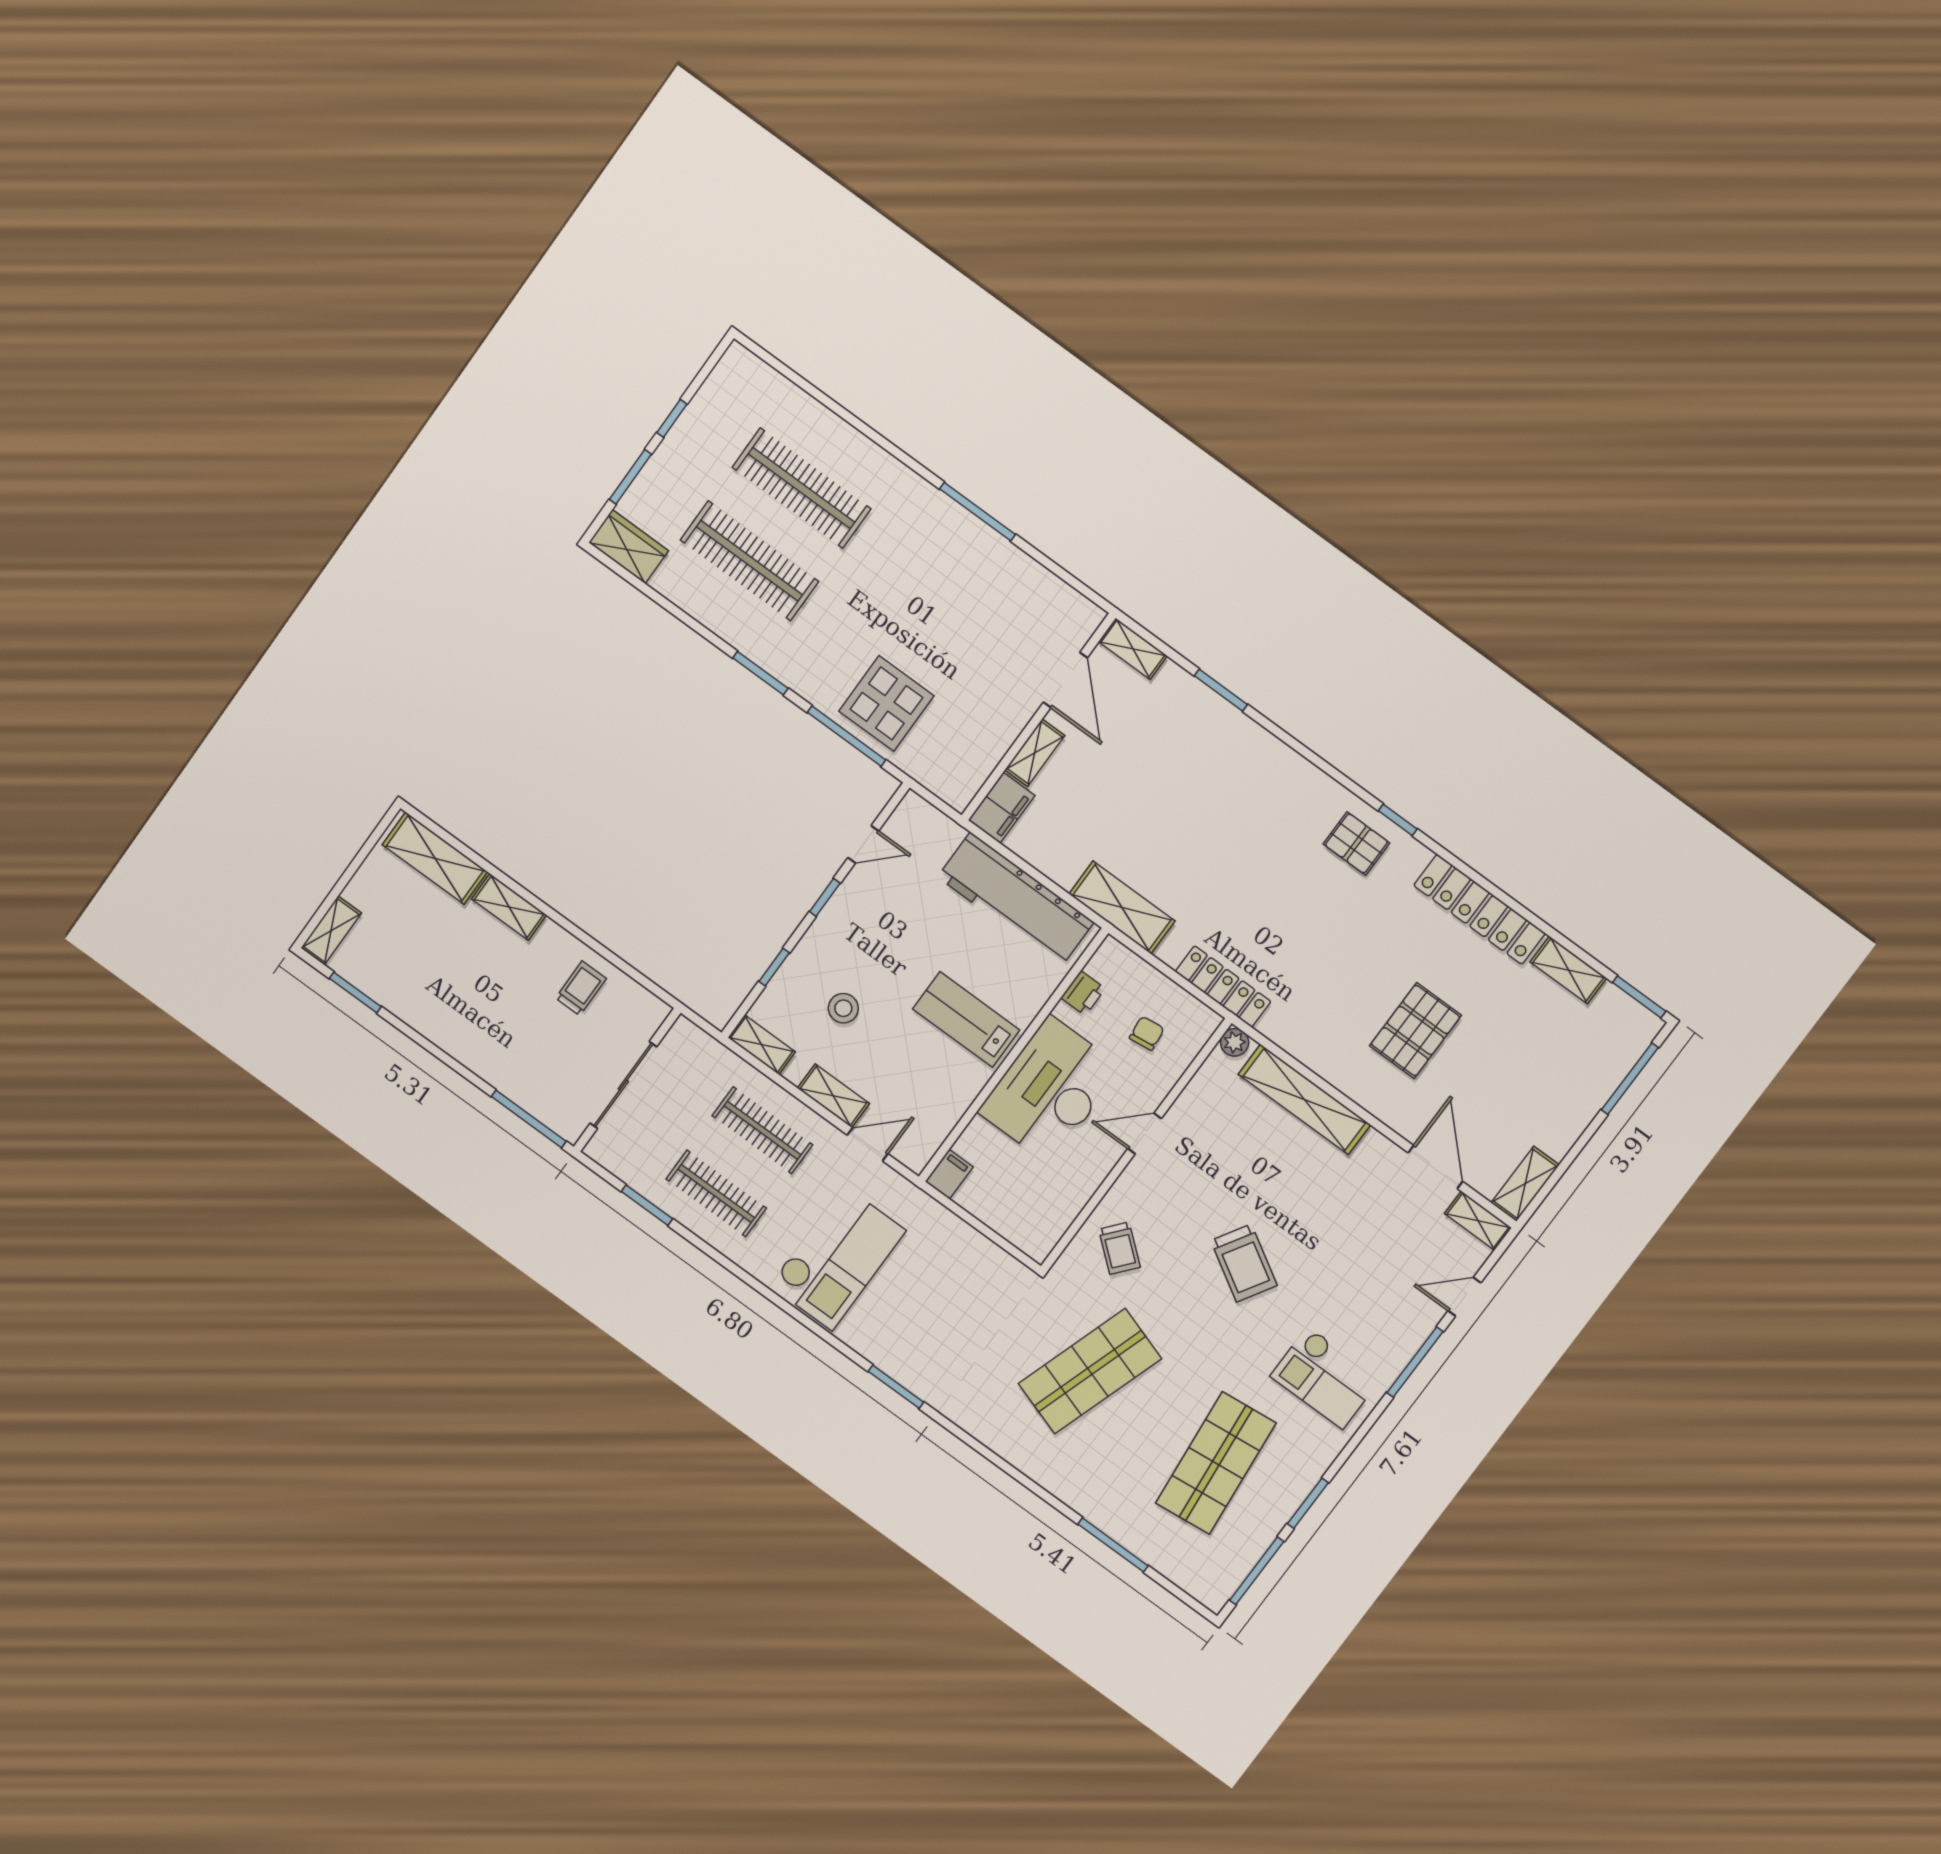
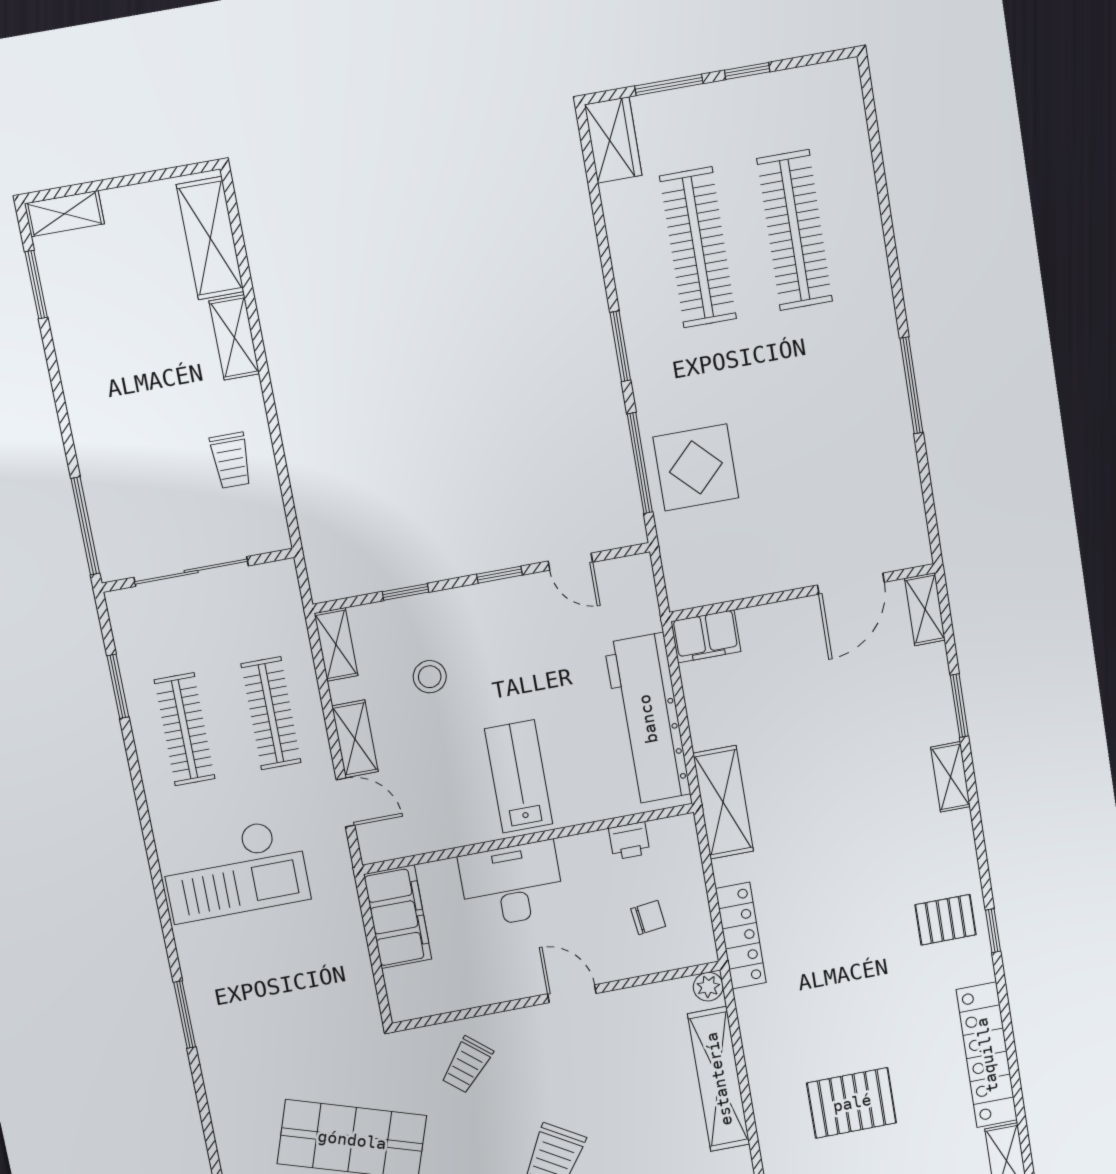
shelving: (1035, 753) -> (950, 777), moved, turned 90
pallet: (1356, 843) -> (946, 920), turned 90
trolley: (581, 988) -> (231, 460), turned 90
desk: (1050, 1090) -> (512, 884), width x0.73, depth x0.77
filing cabinet: (949, 1174) -> (398, 917), width x3.00, depth x1.17

